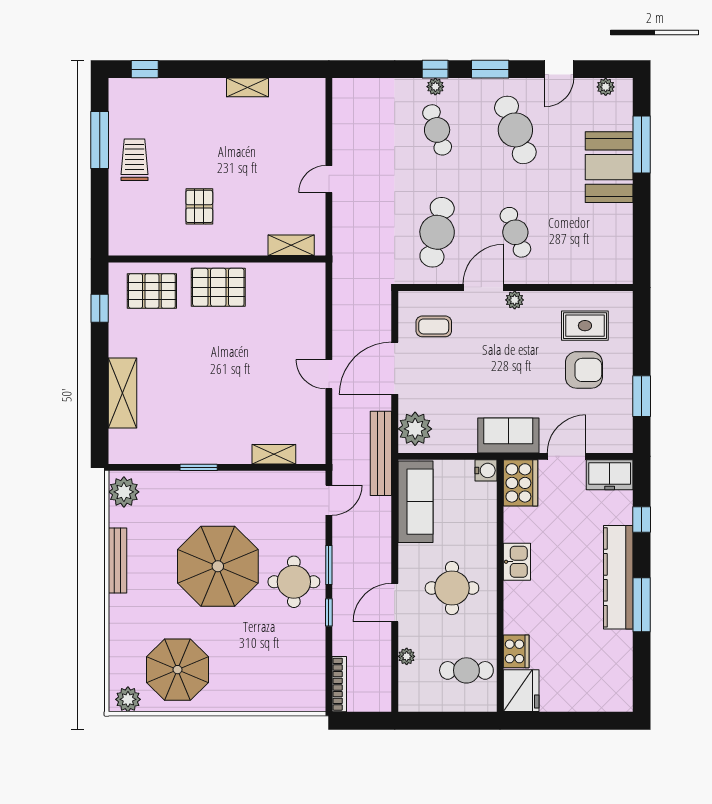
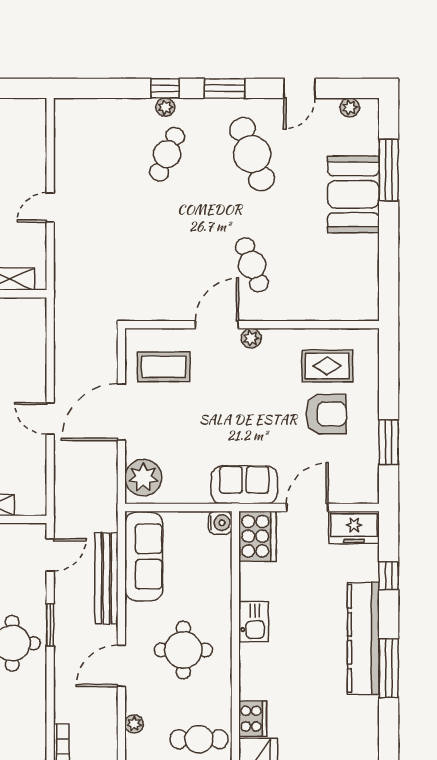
cafe table: (437, 130) -> (167, 154), turned 42
cafe table: (437, 232) -> (167, 265), removed
coffee table: (434, 326) -> (164, 367), width x1.36, depth x1.30
bench: (381, 453) -> (106, 578), moved
window: (329, 612) -> (50, 676), removed

